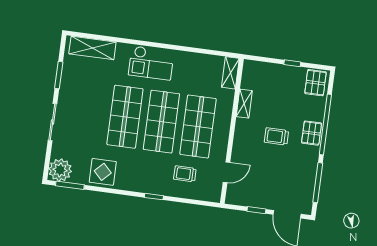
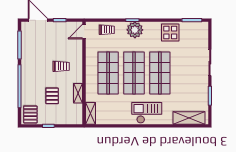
pallet: (312, 133) -> (52, 96), moved
trolley: (276, 136) -> (61, 66), moved
plant: (60, 170) -> (135, 30), moved
door: (226, 172) -> (84, 32), moved
trolley: (185, 174) -> (107, 30), moved

